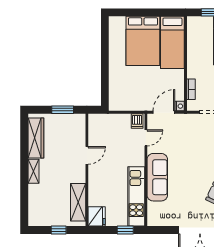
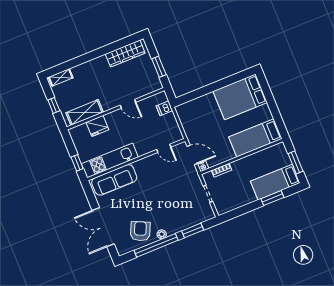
bed: (143, 41) -> (240, 97), moved
dishwasher: (137, 121) -> (165, 108), moved
shelving: (33, 171) -> (61, 77), moved
sofa: (157, 177) -> (114, 180), moved
fridge: (97, 216) -> (97, 126), moved

